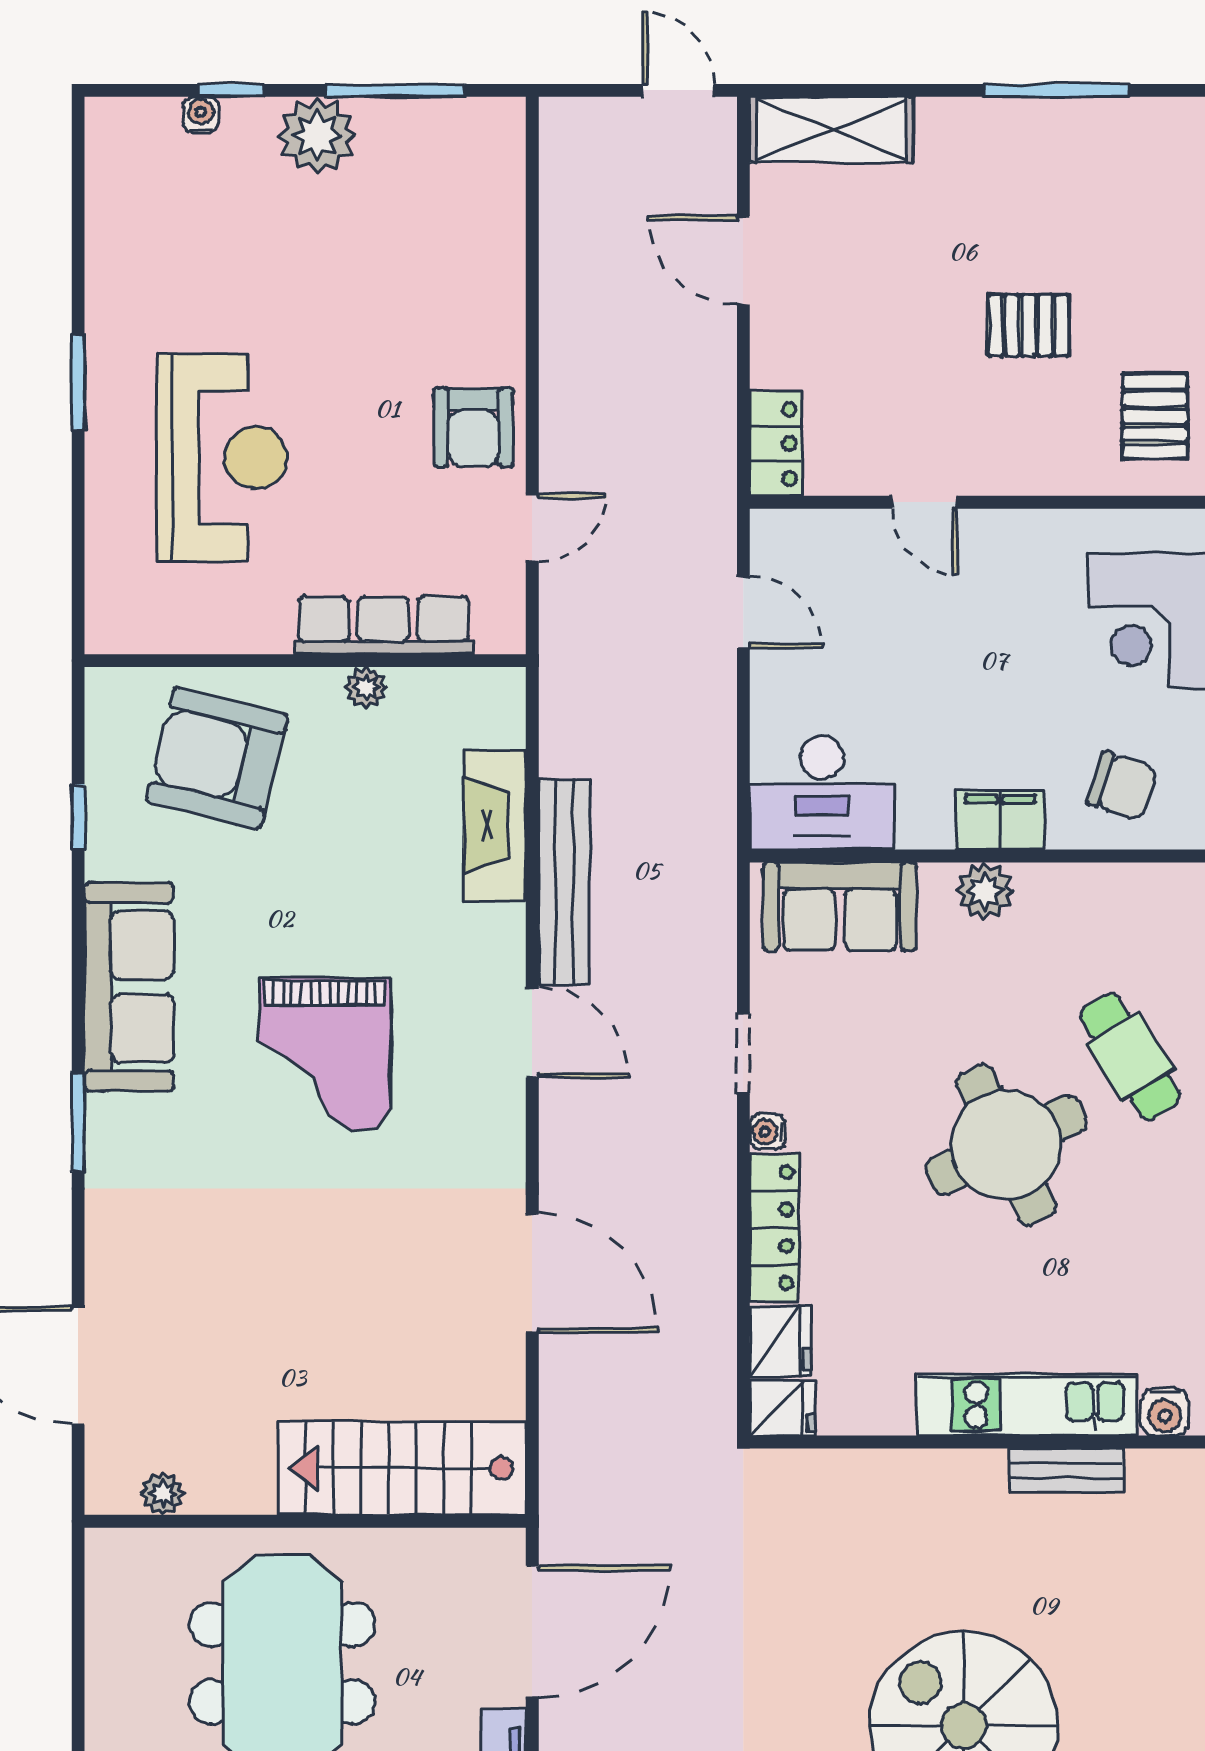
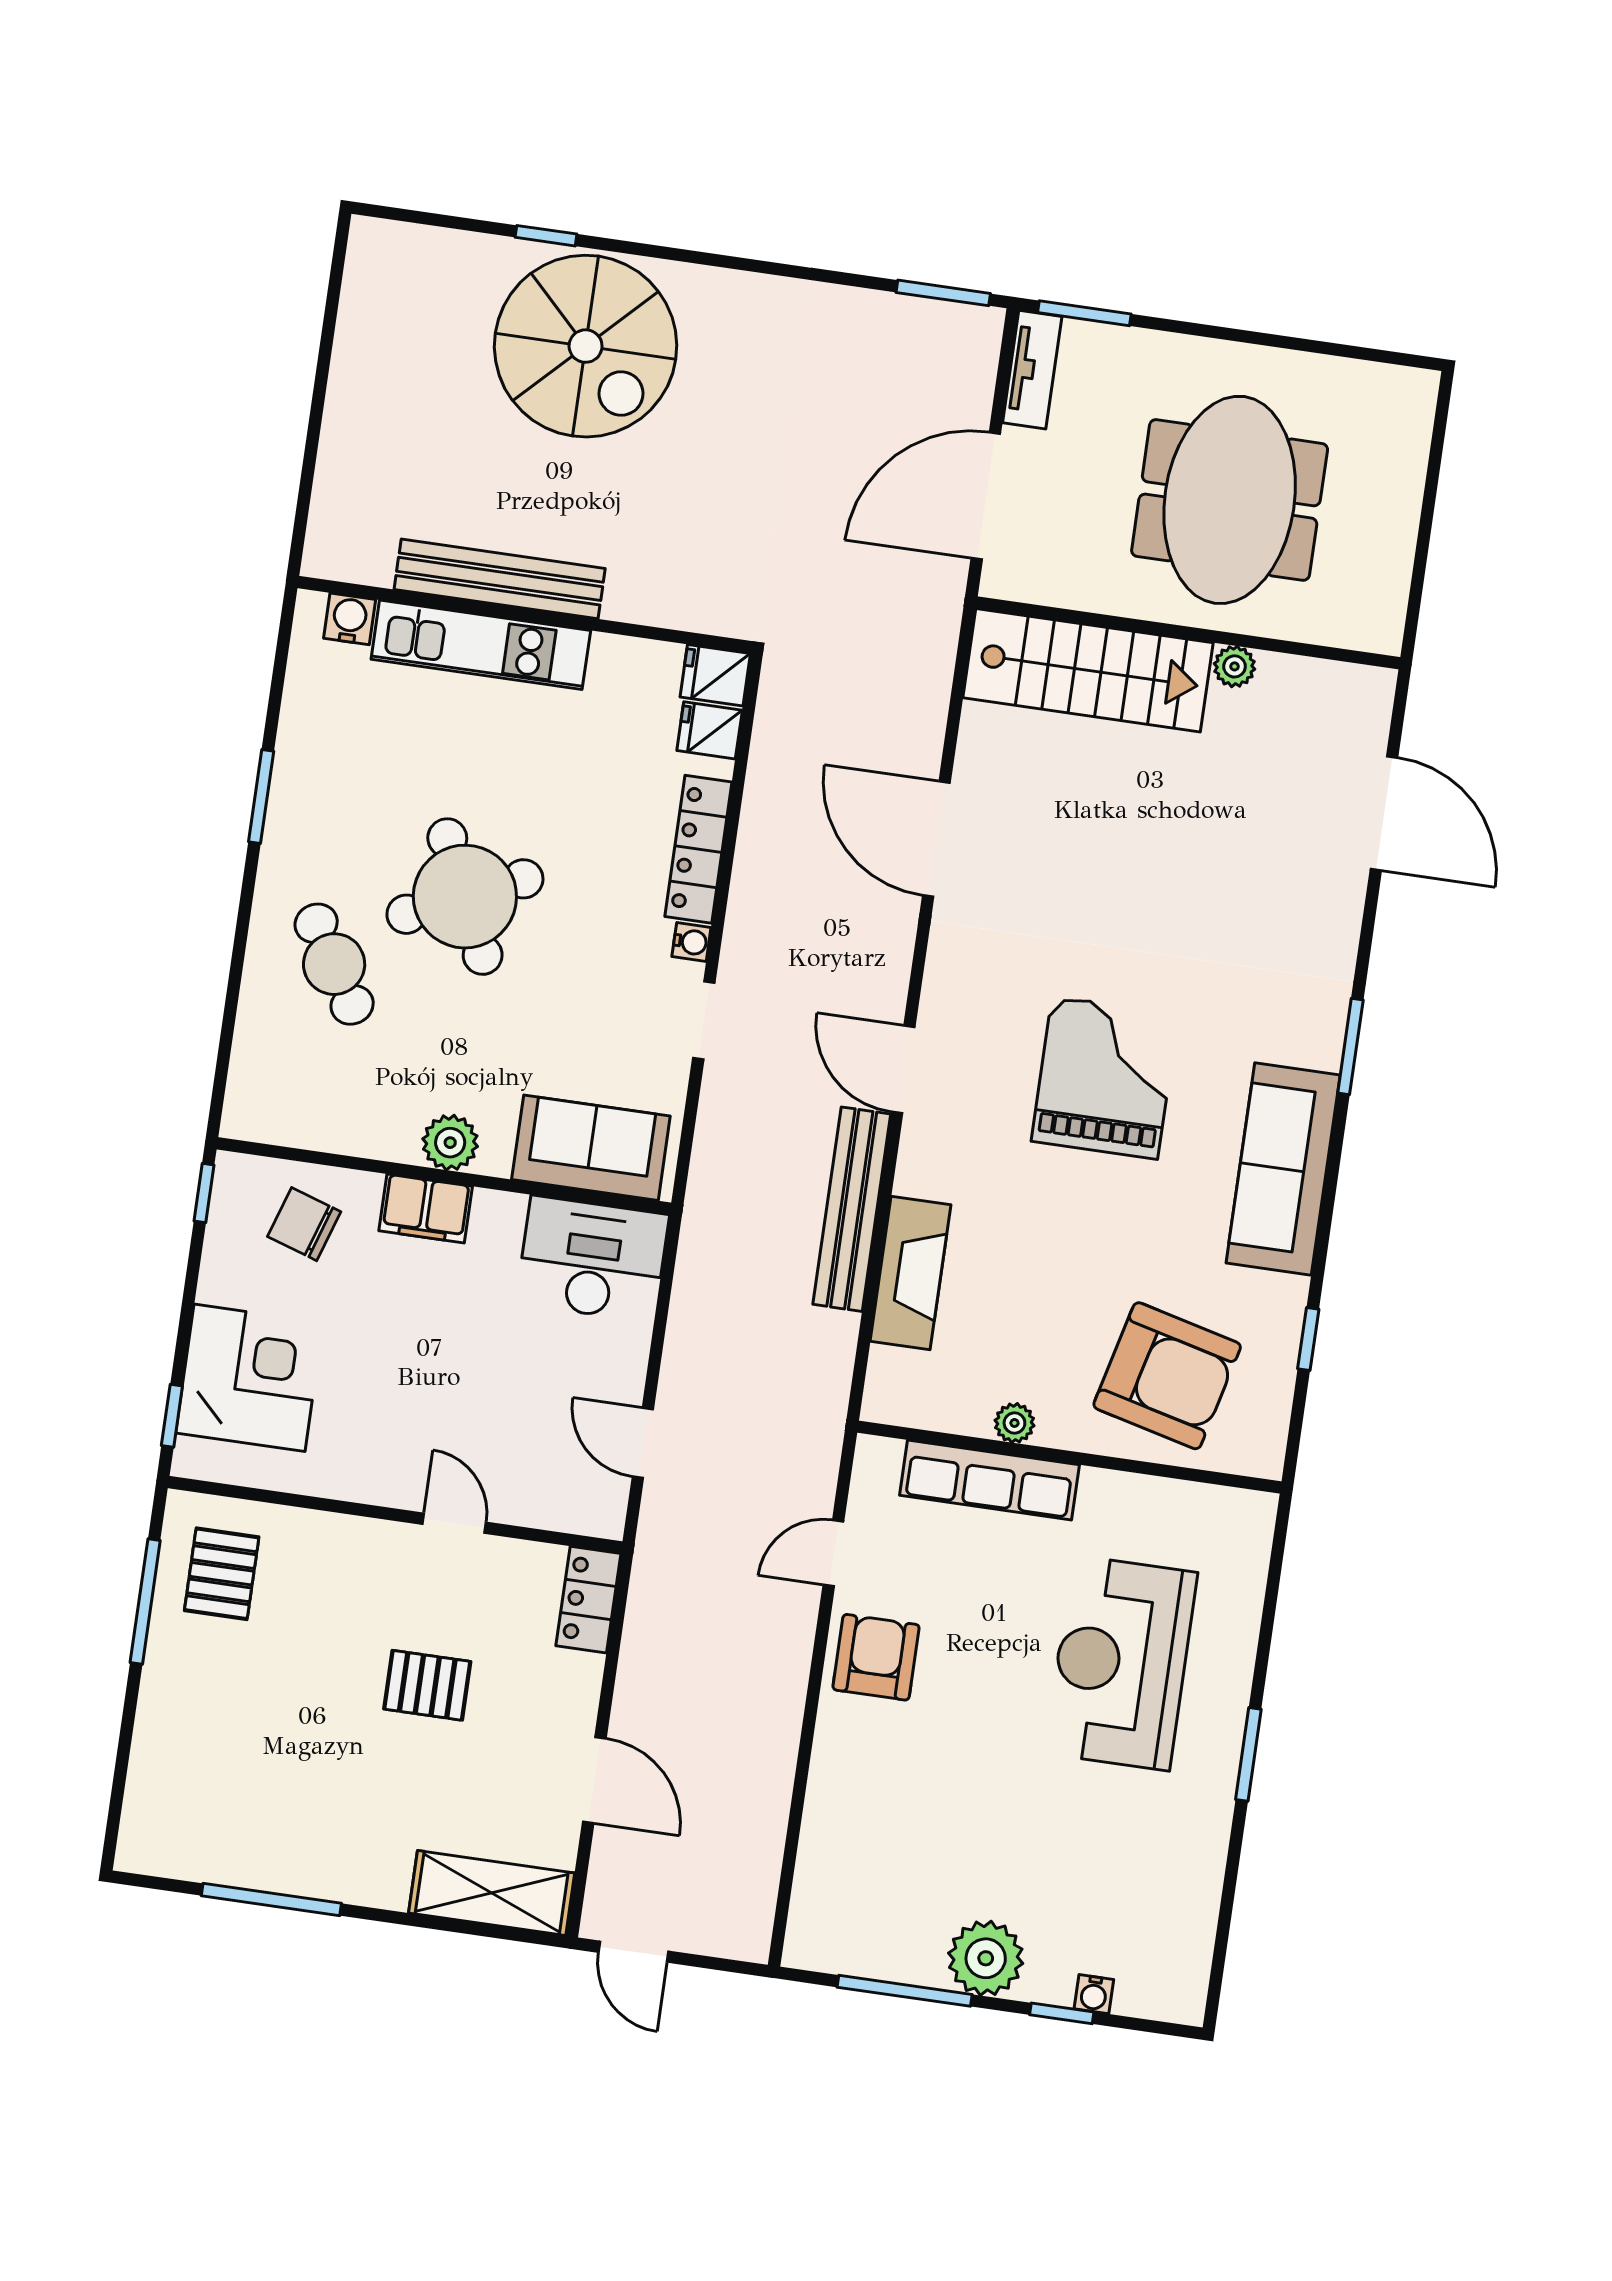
pallet: (1029, 325) -> (427, 1685), moved
fridge: (780, 1341) -> (710, 730), width x0.72
bench: (1067, 1470) -> (500, 579), width x1.86, depth x1.21
plant: (163, 1494) -> (1234, 666), moved

